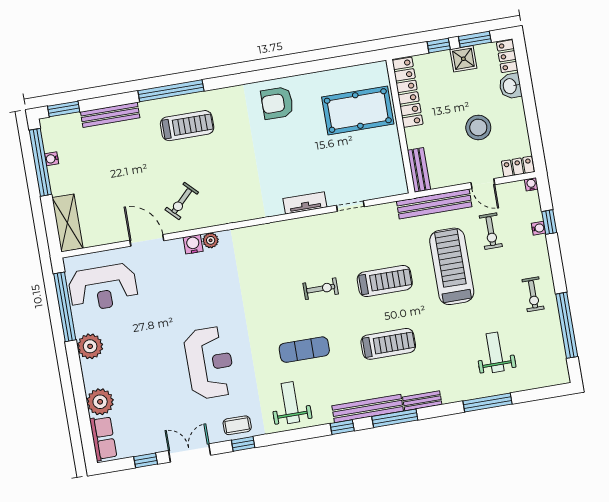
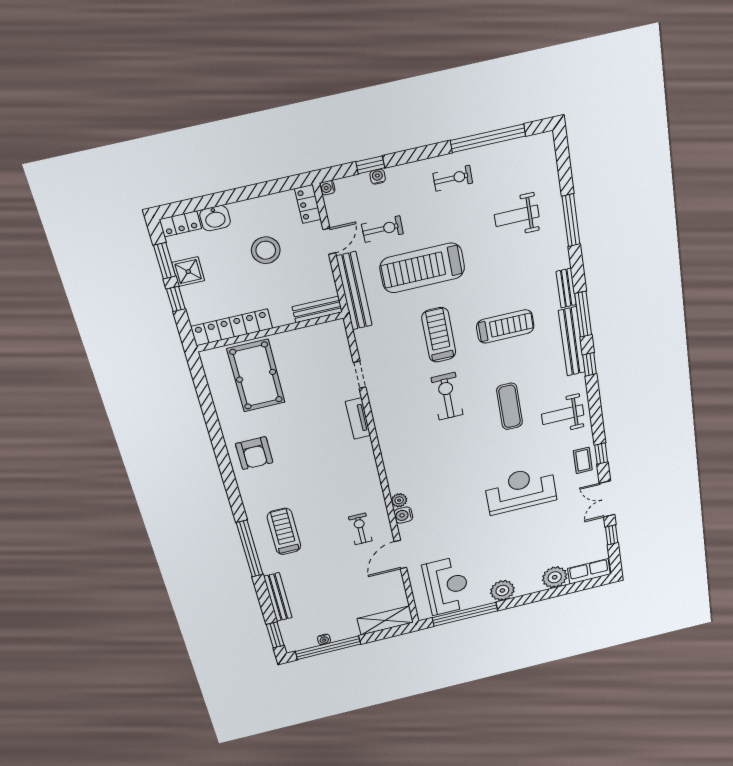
exercise bike: (182, 201) -> (360, 529), turned -135
exercise bike: (321, 289) -> (447, 396), width x1.38, depth x1.39
treadmill: (388, 344) -> (505, 326), turned 90

